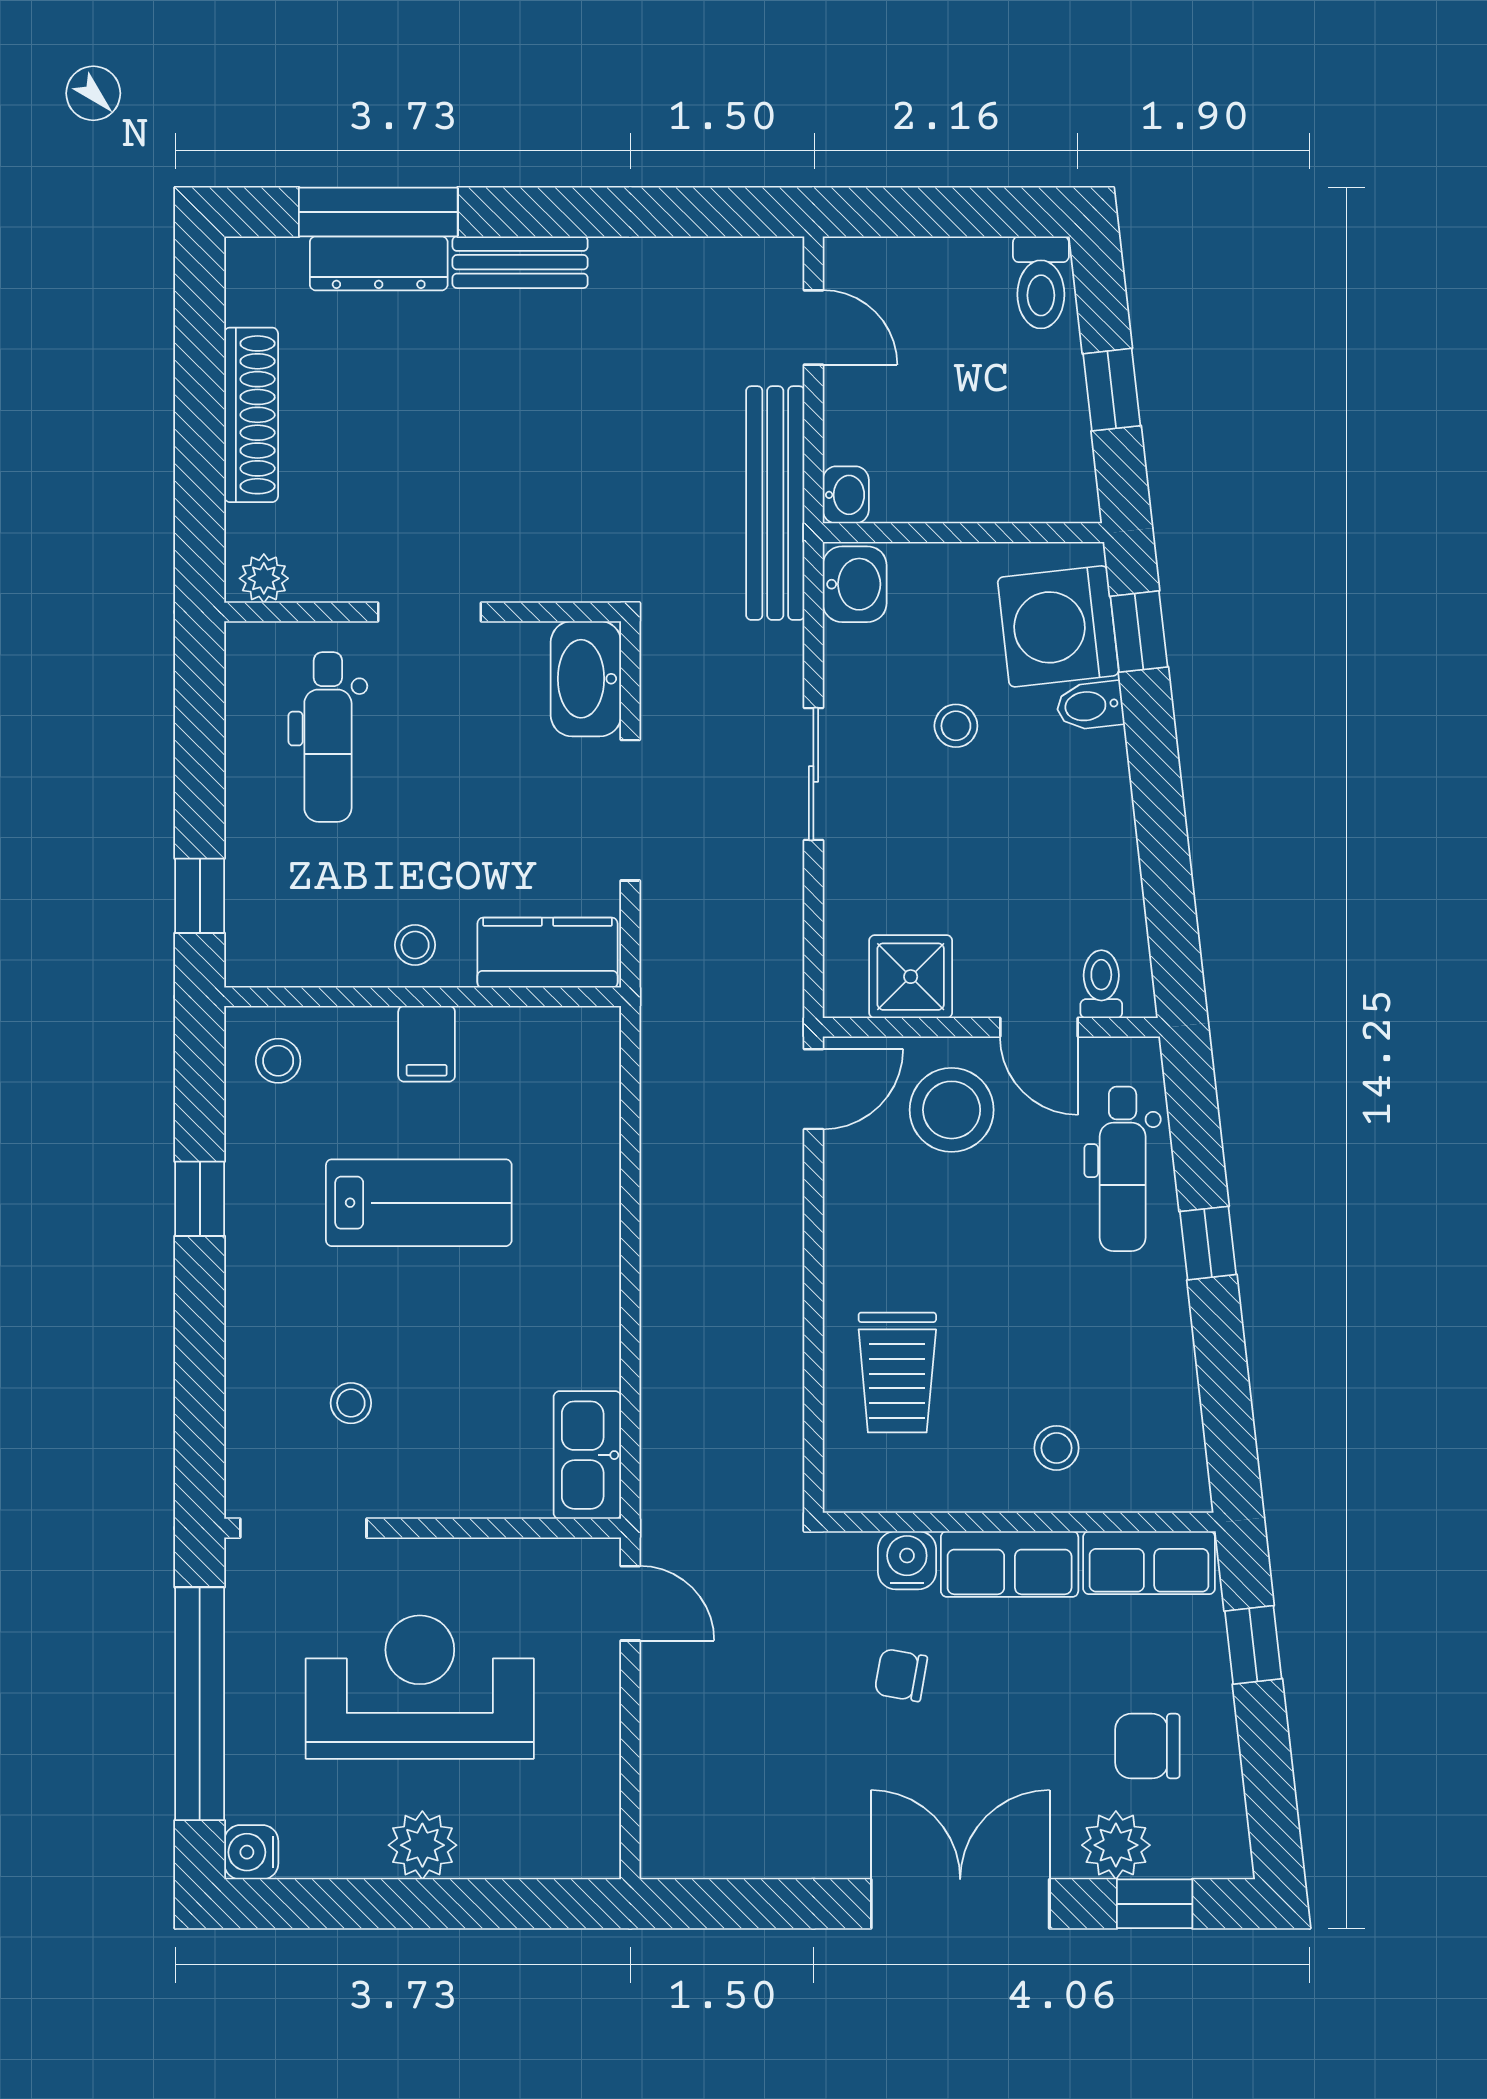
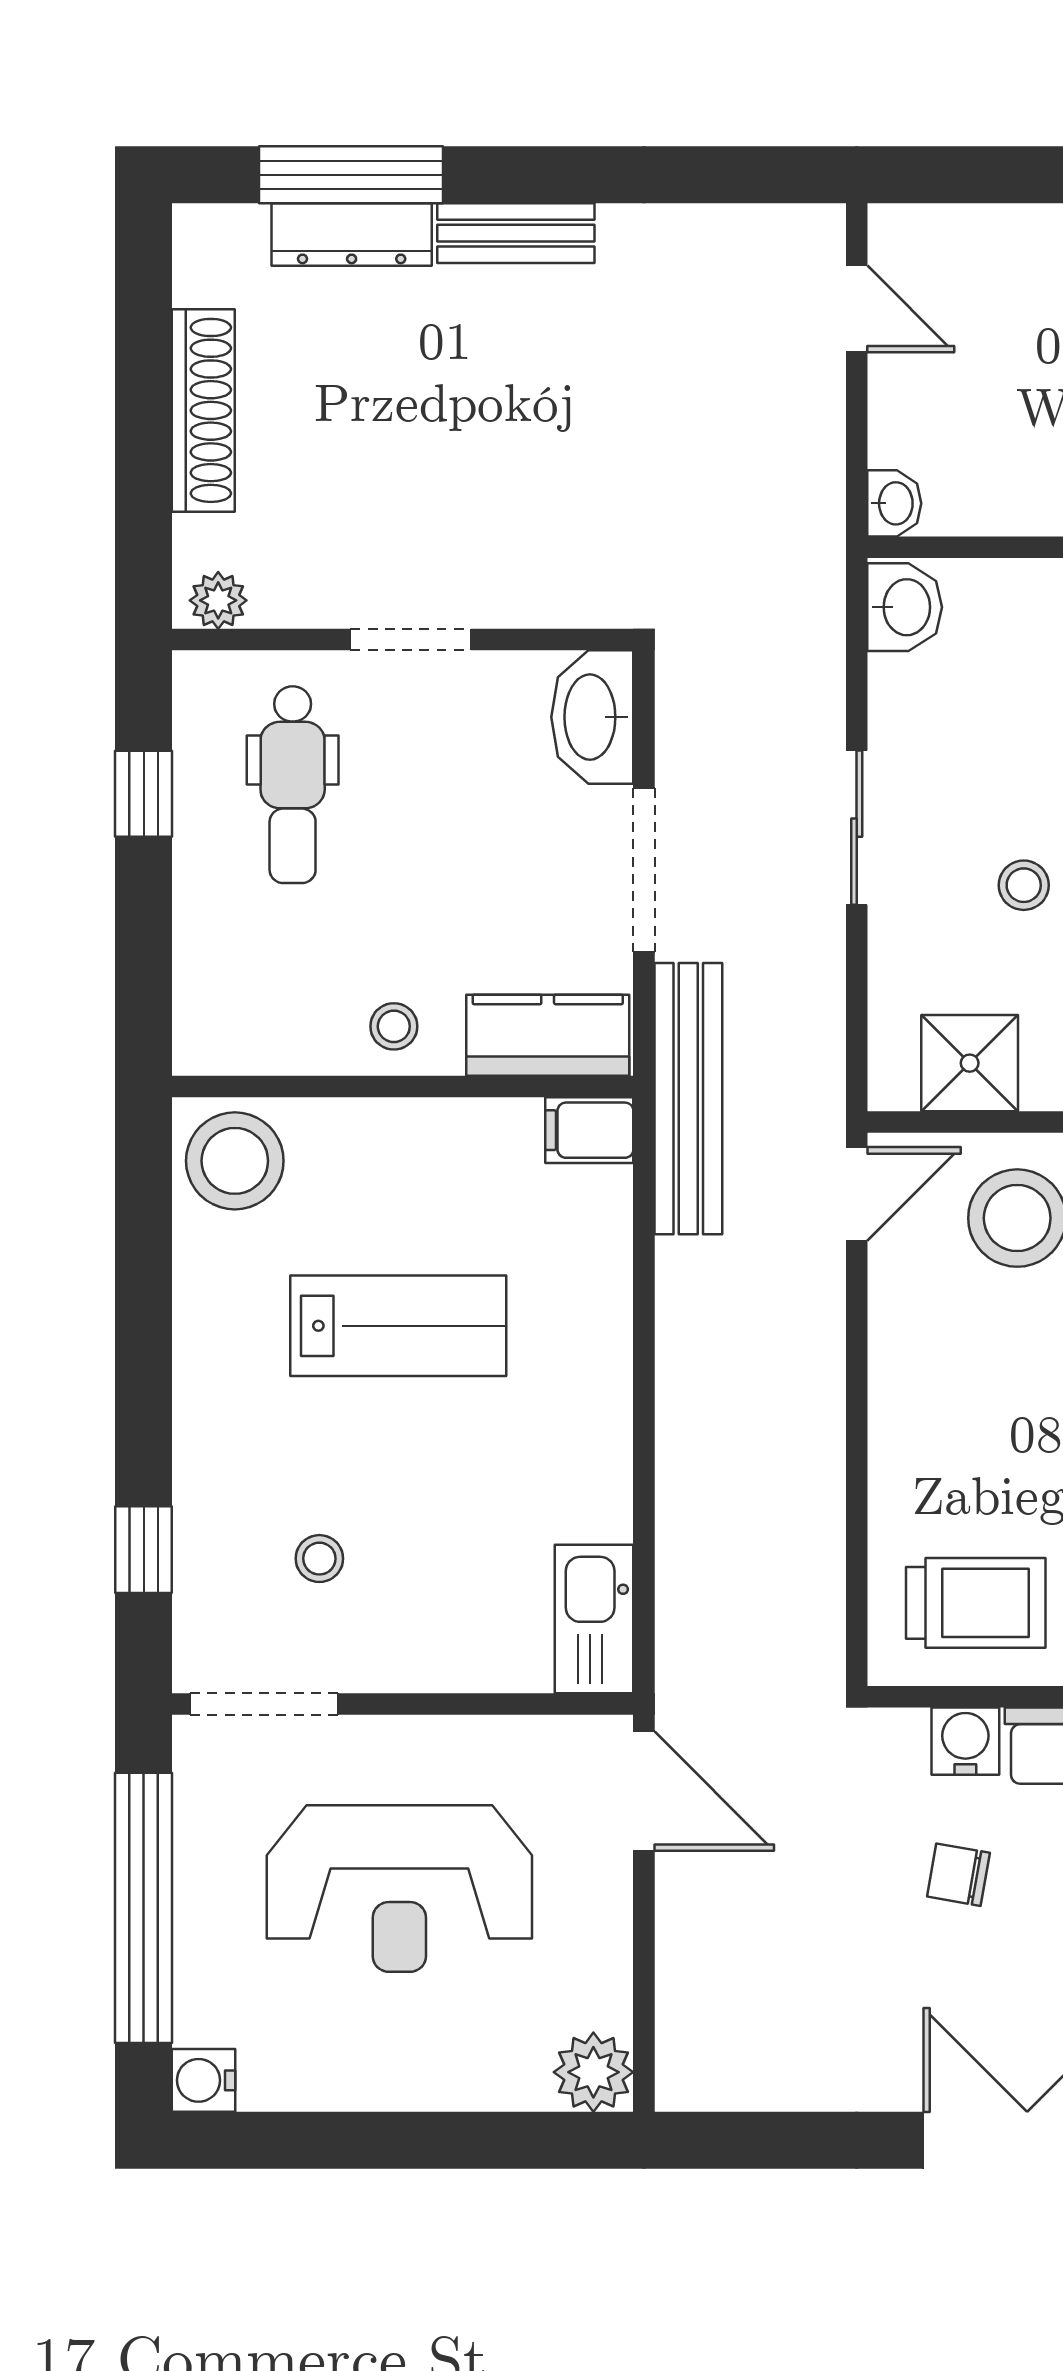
bench: (775, 503) -> (688, 1099), moved
stool: (956, 726) -> (1024, 885), moved
window: (200, 896) -> (144, 794), moved
filing cabinet: (427, 1044) -> (589, 1130), moved, turned 90
stool: (278, 1061) -> (235, 1161), width x1.89, depth x1.89
window: (200, 1199) -> (144, 1550), moved
trolley: (897, 1372) -> (976, 1603), moved, turned -90
door: (630, 1603) -> (644, 1791), width x1.38
reception desk: (420, 1687) -> (399, 1889), turned 180
plant: (422, 1845) -> (593, 2072), moved

